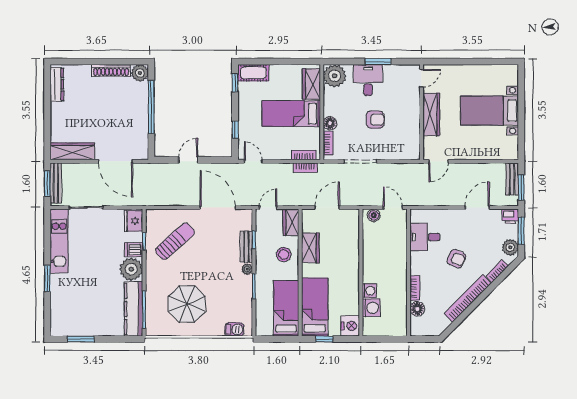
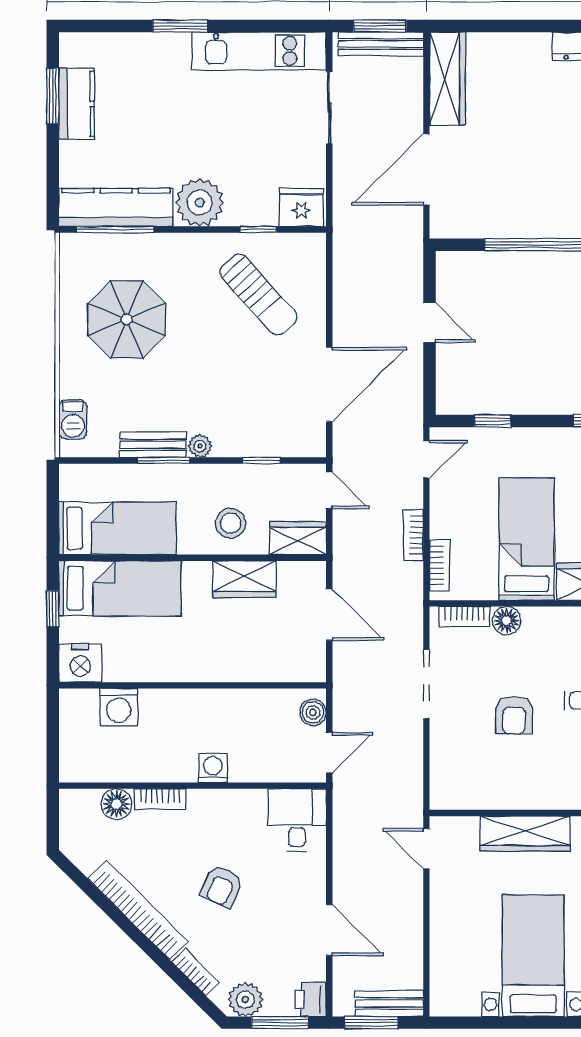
bookcase: (305, 168) -> (413, 535), moved
desk: (425, 237) -> (297, 820), moved
bench: (246, 247) -> (153, 445), moved
dishwasher: (134, 250) -> (241, 208), removed
washing machine: (369, 291) -> (213, 768), moved, turned 180
kitchen counter: (84, 328) -> (77, 104), added

